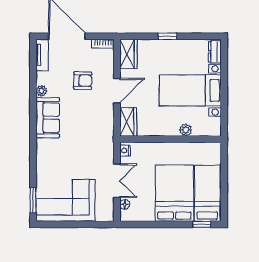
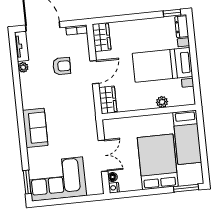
window: (167, 36) -> (172, 13), moved
plant: (42, 91) -> (23, 67), moved
sofa: (48, 118) -> (35, 128), moved
nightstand: (125, 151) -> (114, 188), moved
bed: (207, 193) -> (187, 137), moved, turned 180
window: (202, 224) -> (186, 188), width x1.50

